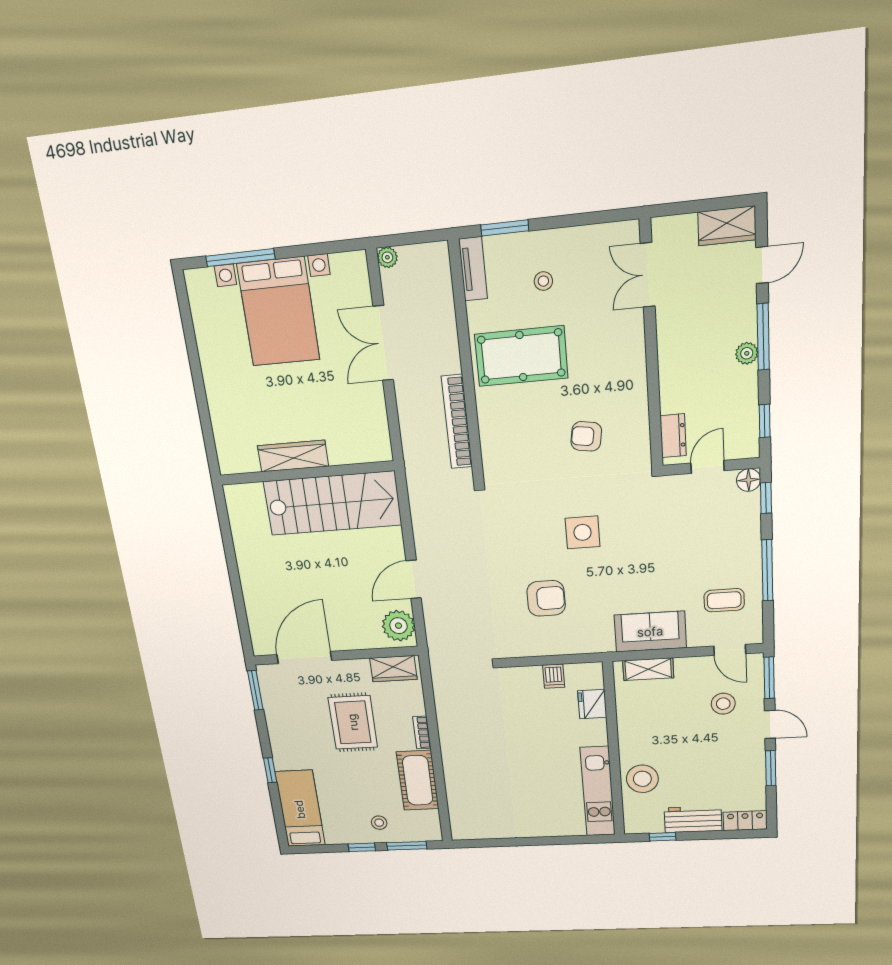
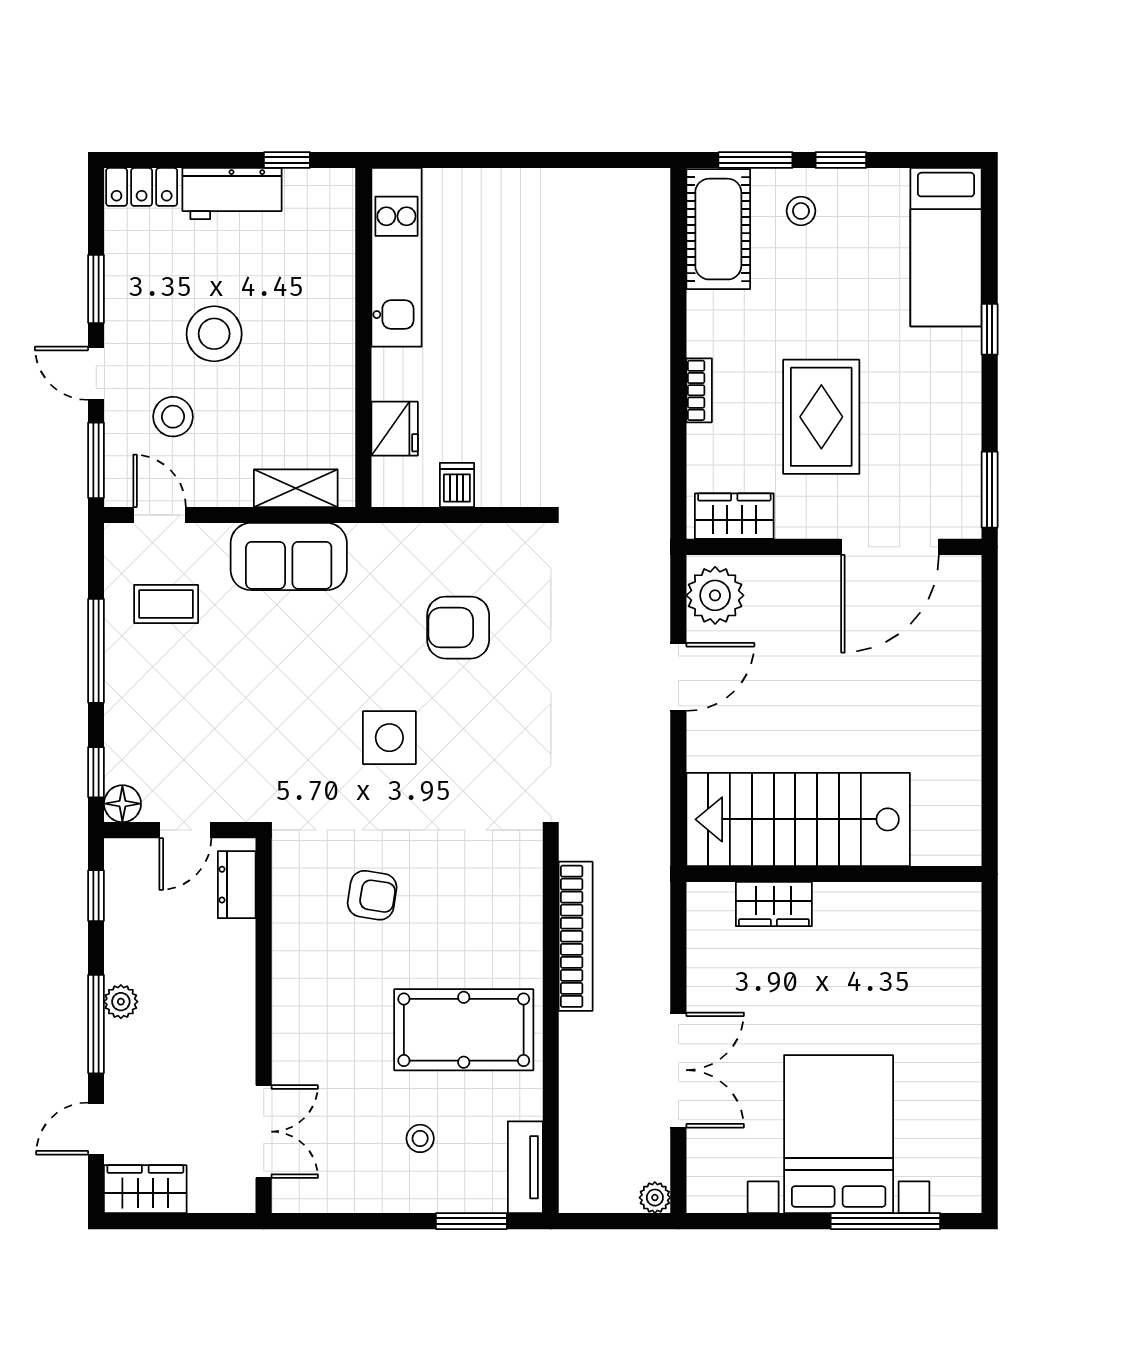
wardrobe: (293, 456) -> (774, 904), moved, width x0.67
stool: (642, 779) -> (214, 334), moved
cot: (418, 780) -> (718, 229), moved

